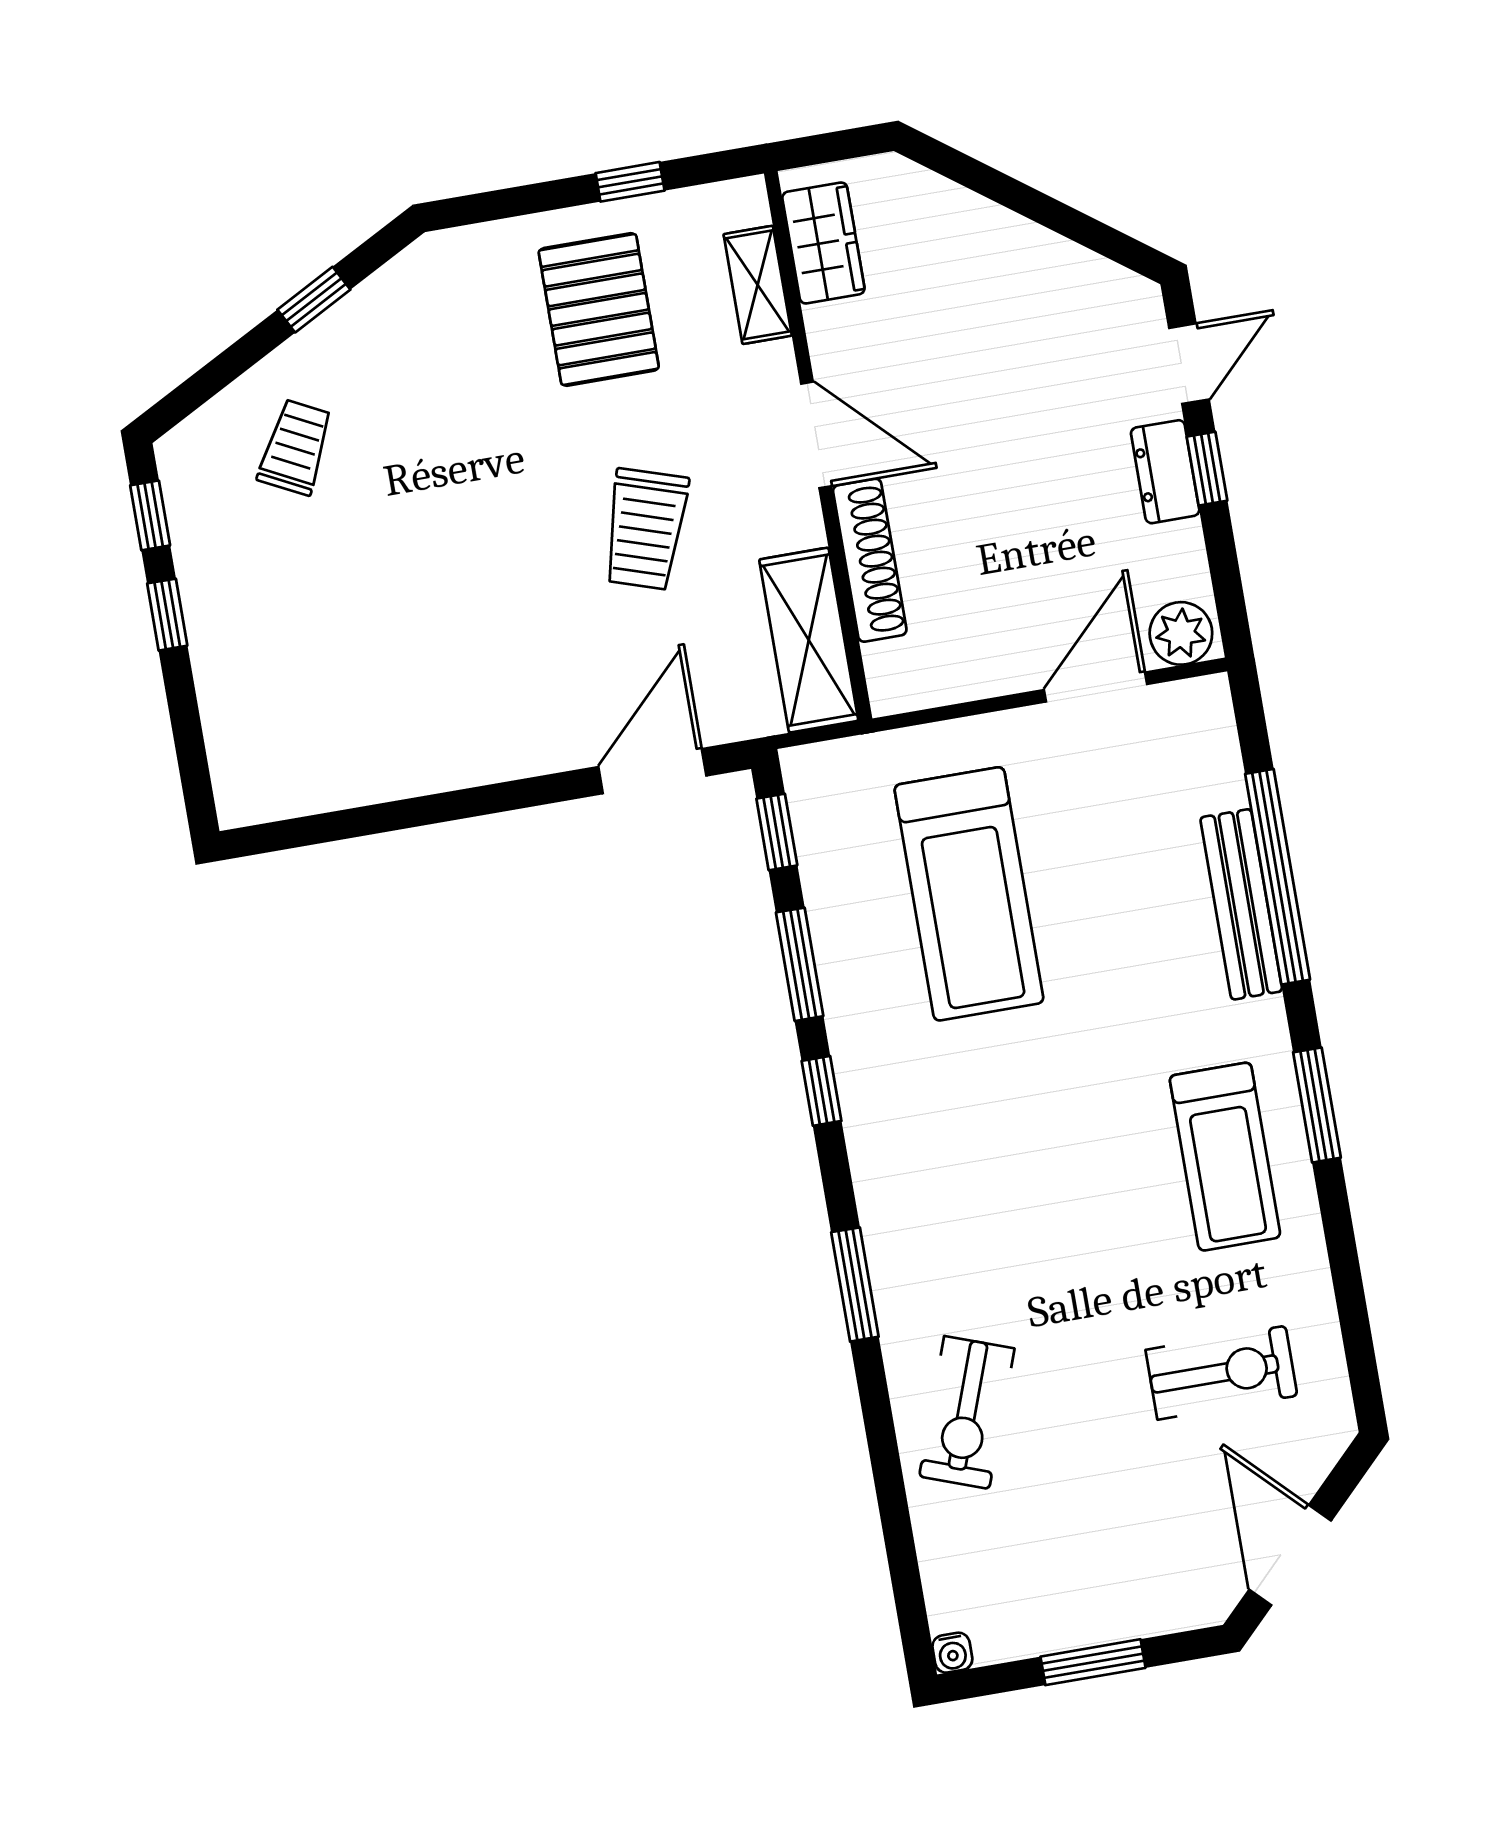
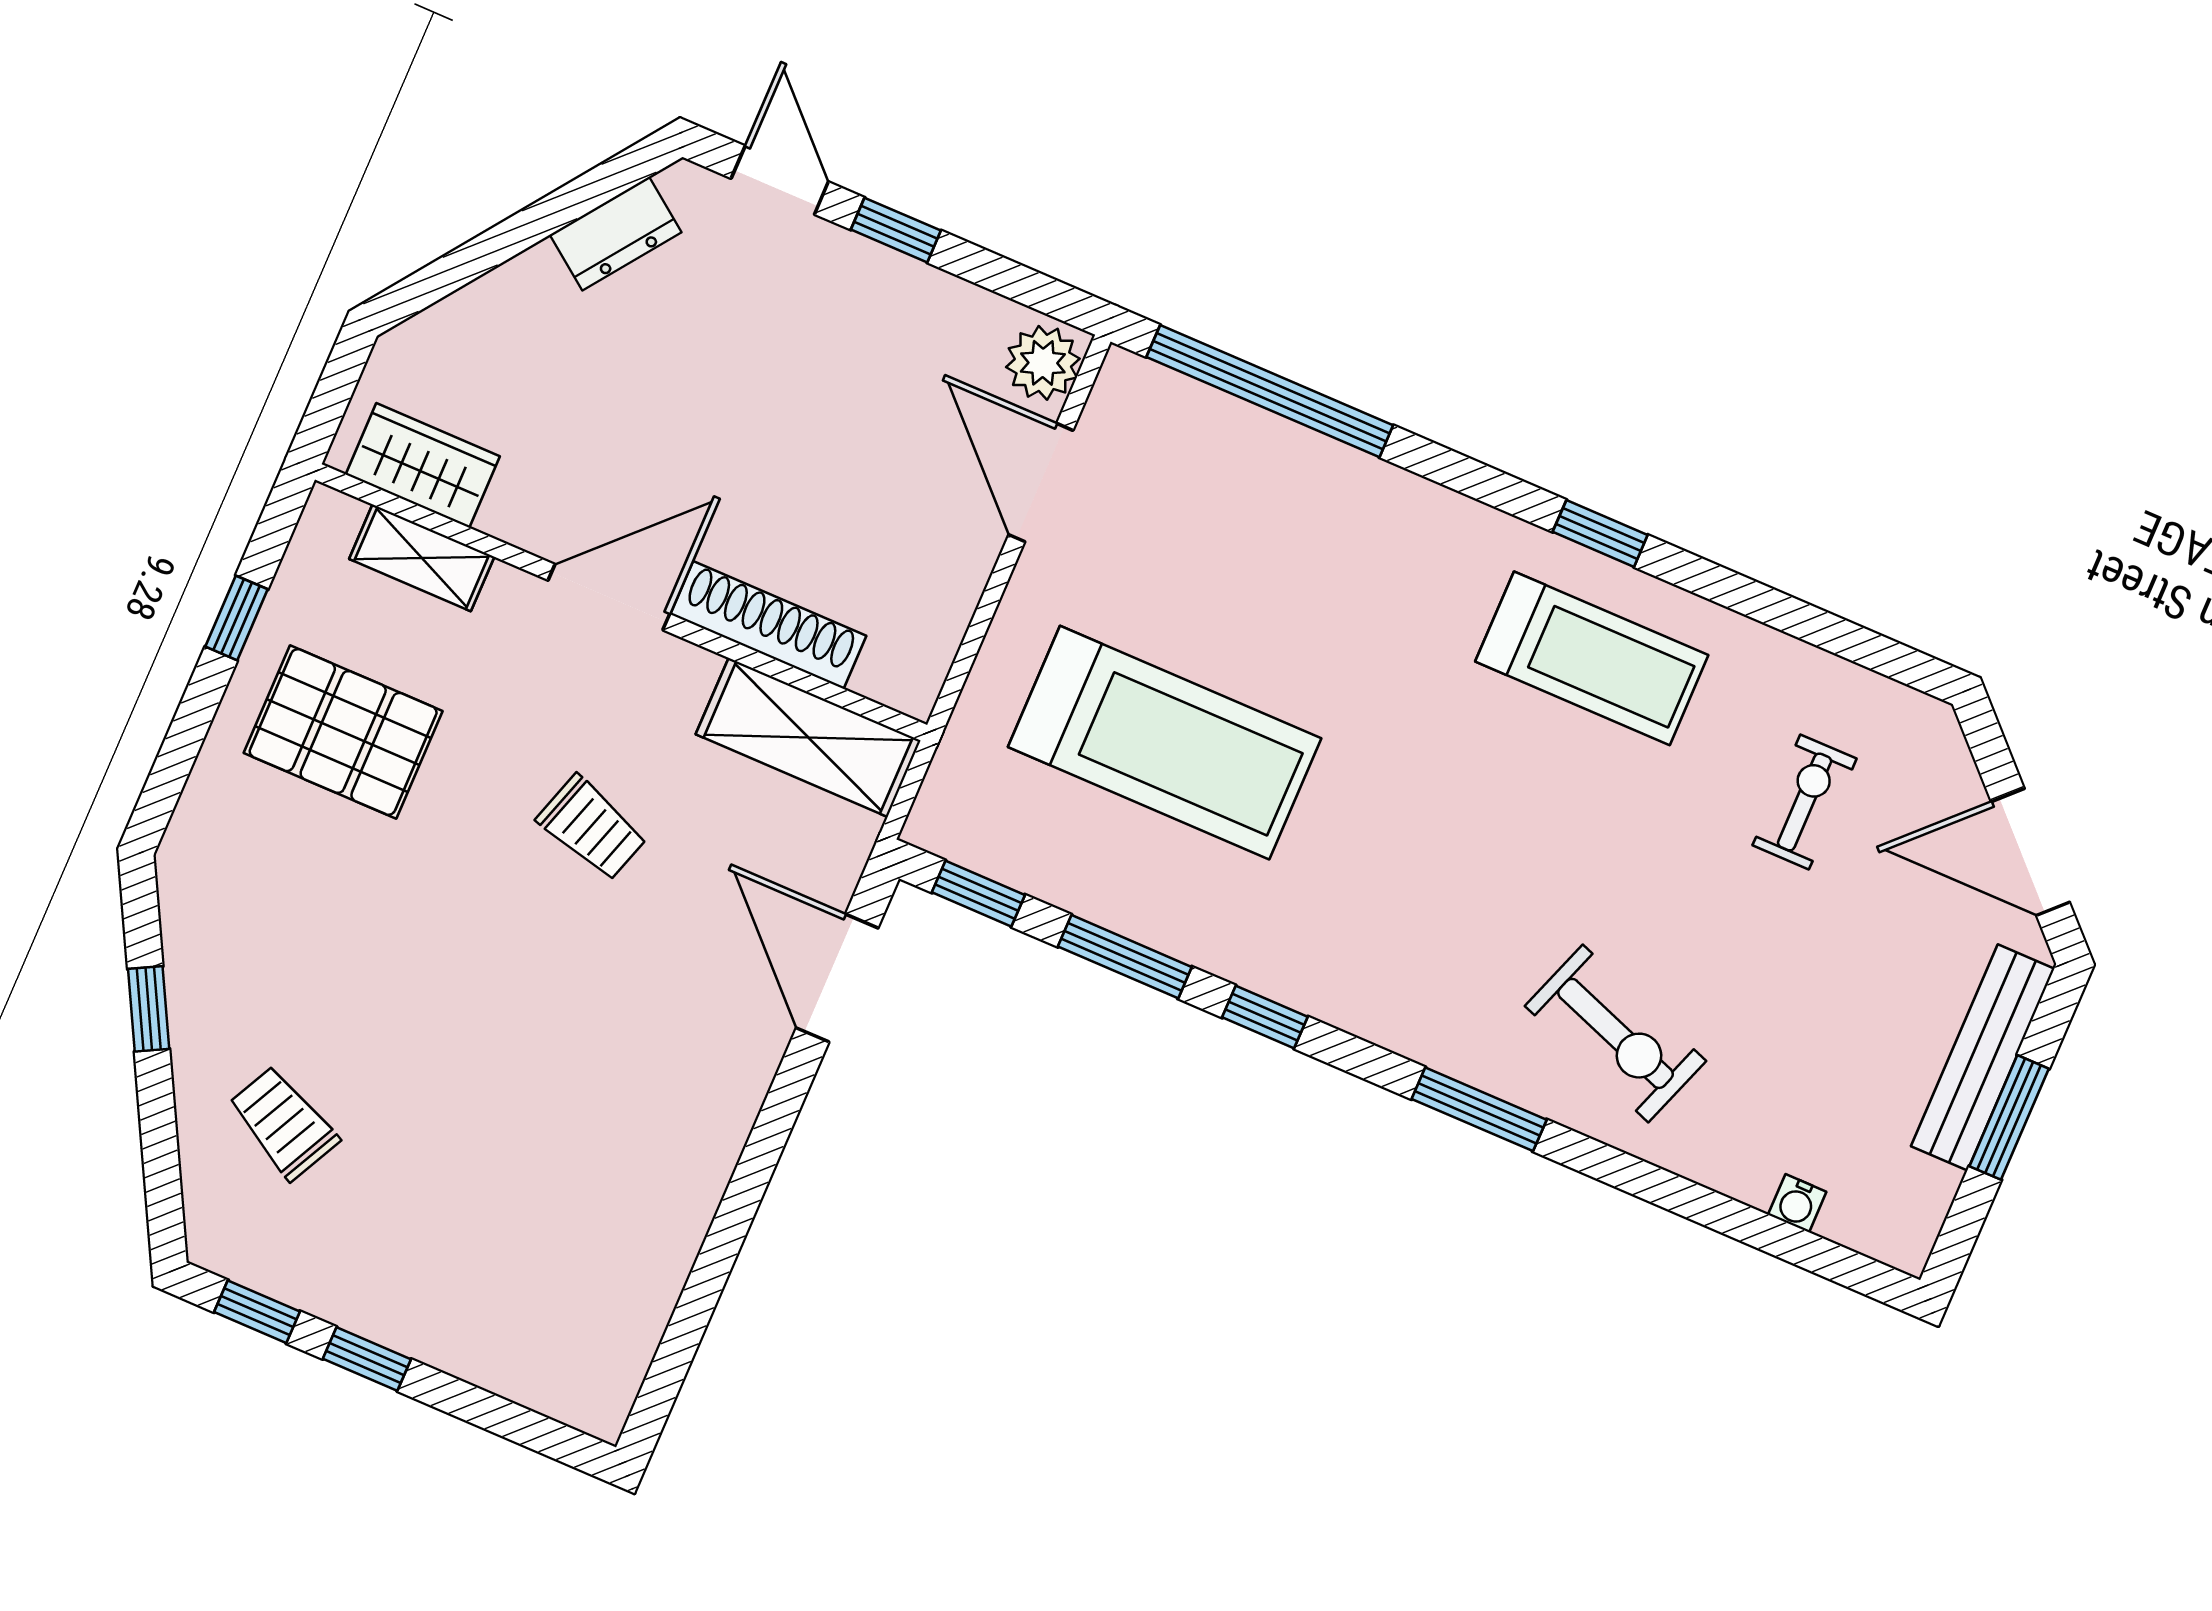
dresser: (1165, 472) -> (616, 233), moved, turned -54
trolley: (645, 529) -> (592, 828), width x0.73, depth x0.72
window: (1278, 877) -> (1270, 391), moved
bench: (1241, 904) -> (1983, 1057), moved, turned 90
window: (1317, 1105) -> (1600, 533), width x0.67
exercise bike: (1221, 1373) -> (1805, 802), width x0.73, depth x0.72
exercise bike: (967, 1412) -> (1615, 1033), moved
water cooler: (952, 1653) -> (1797, 1203), moved, turned 90

